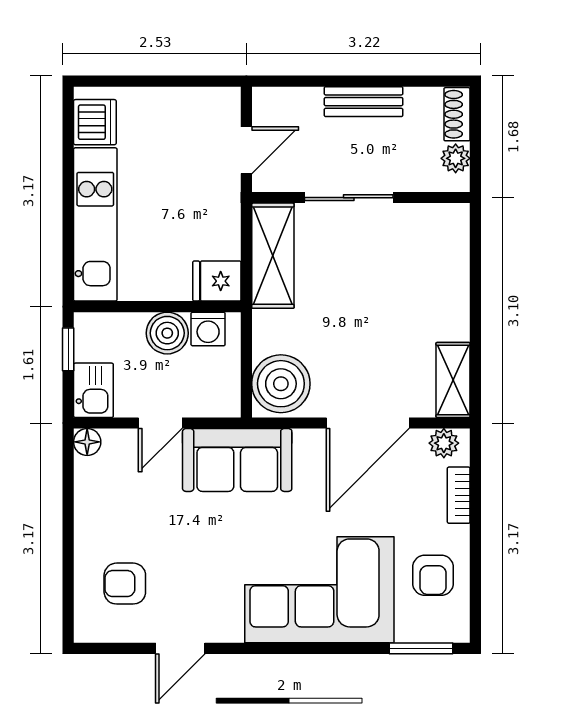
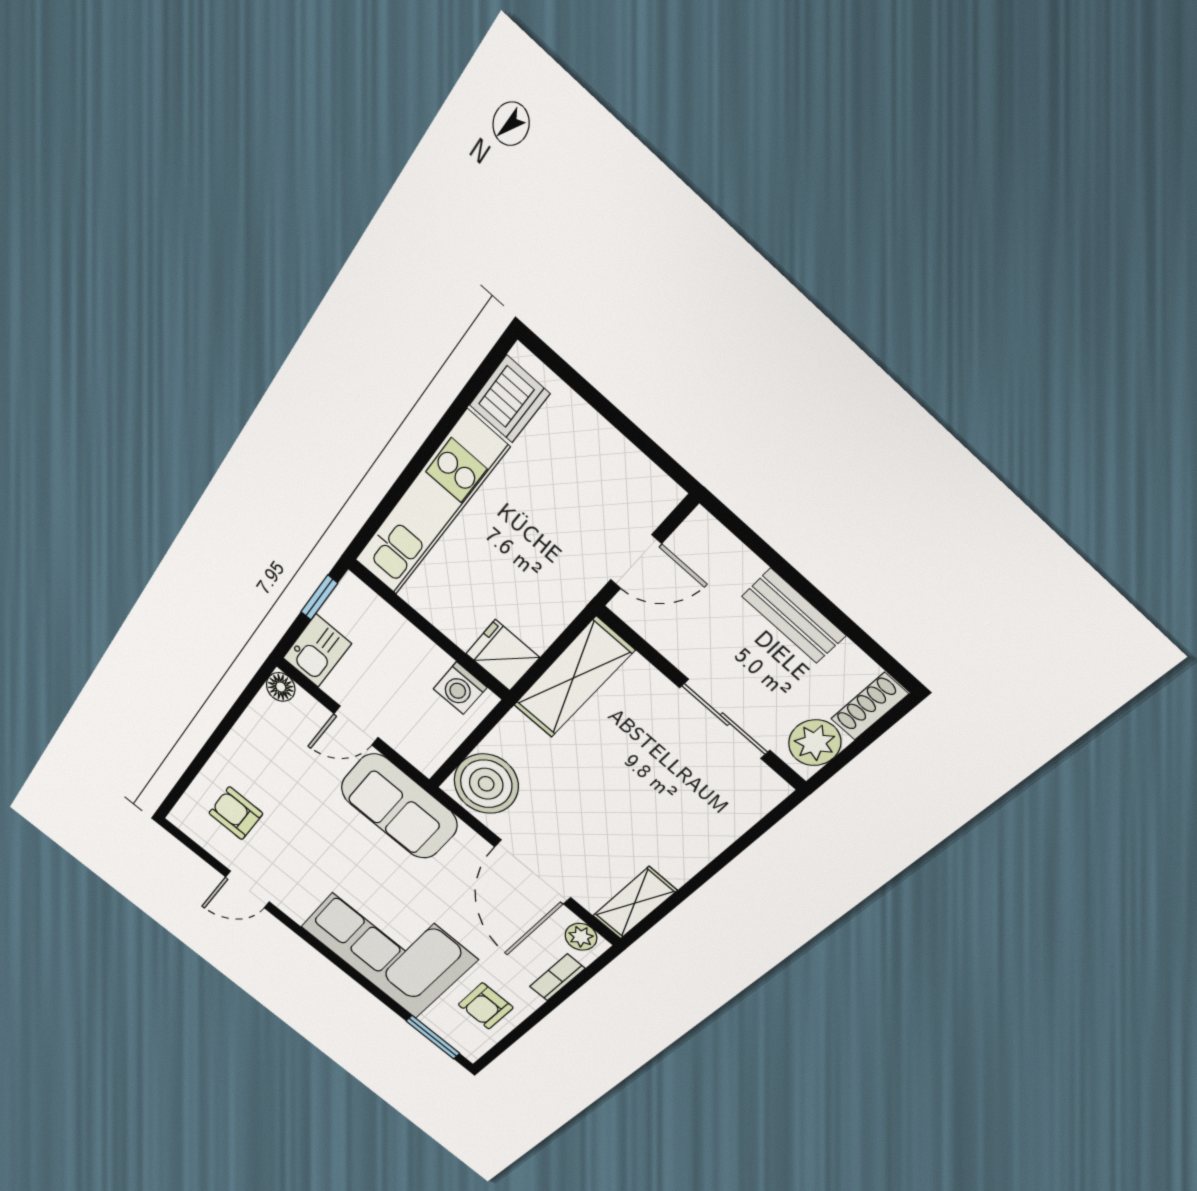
plant: (456, 158) -> (815, 743), width x1.38, depth x1.38
sliding door: (349, 198) -> (725, 719), moved
boiler: (167, 333) -> (420, 660), removed
door: (368, 423) -> (533, 872), hinge flipped

